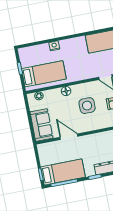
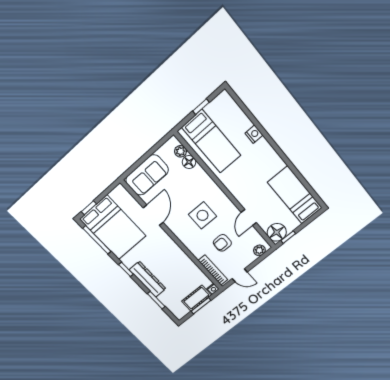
floor lamp: (66, 91) -> (189, 162), moved
bed: (63, 172) -> (113, 228), width x1.50

